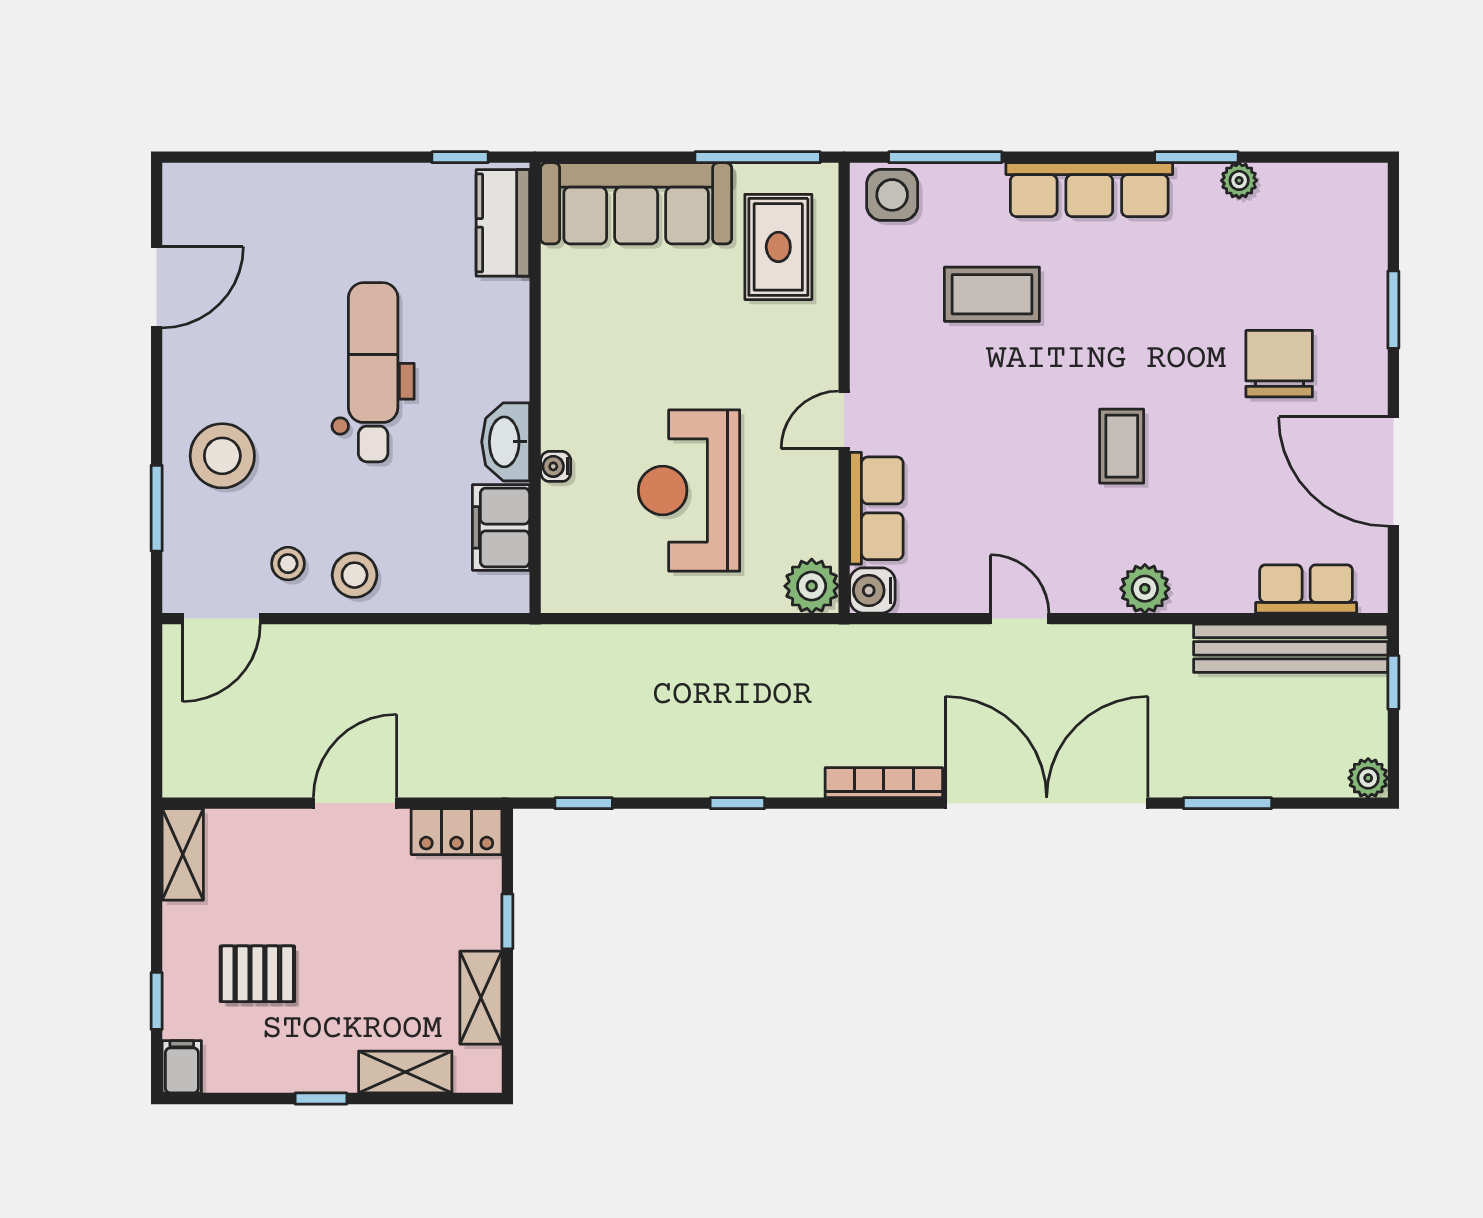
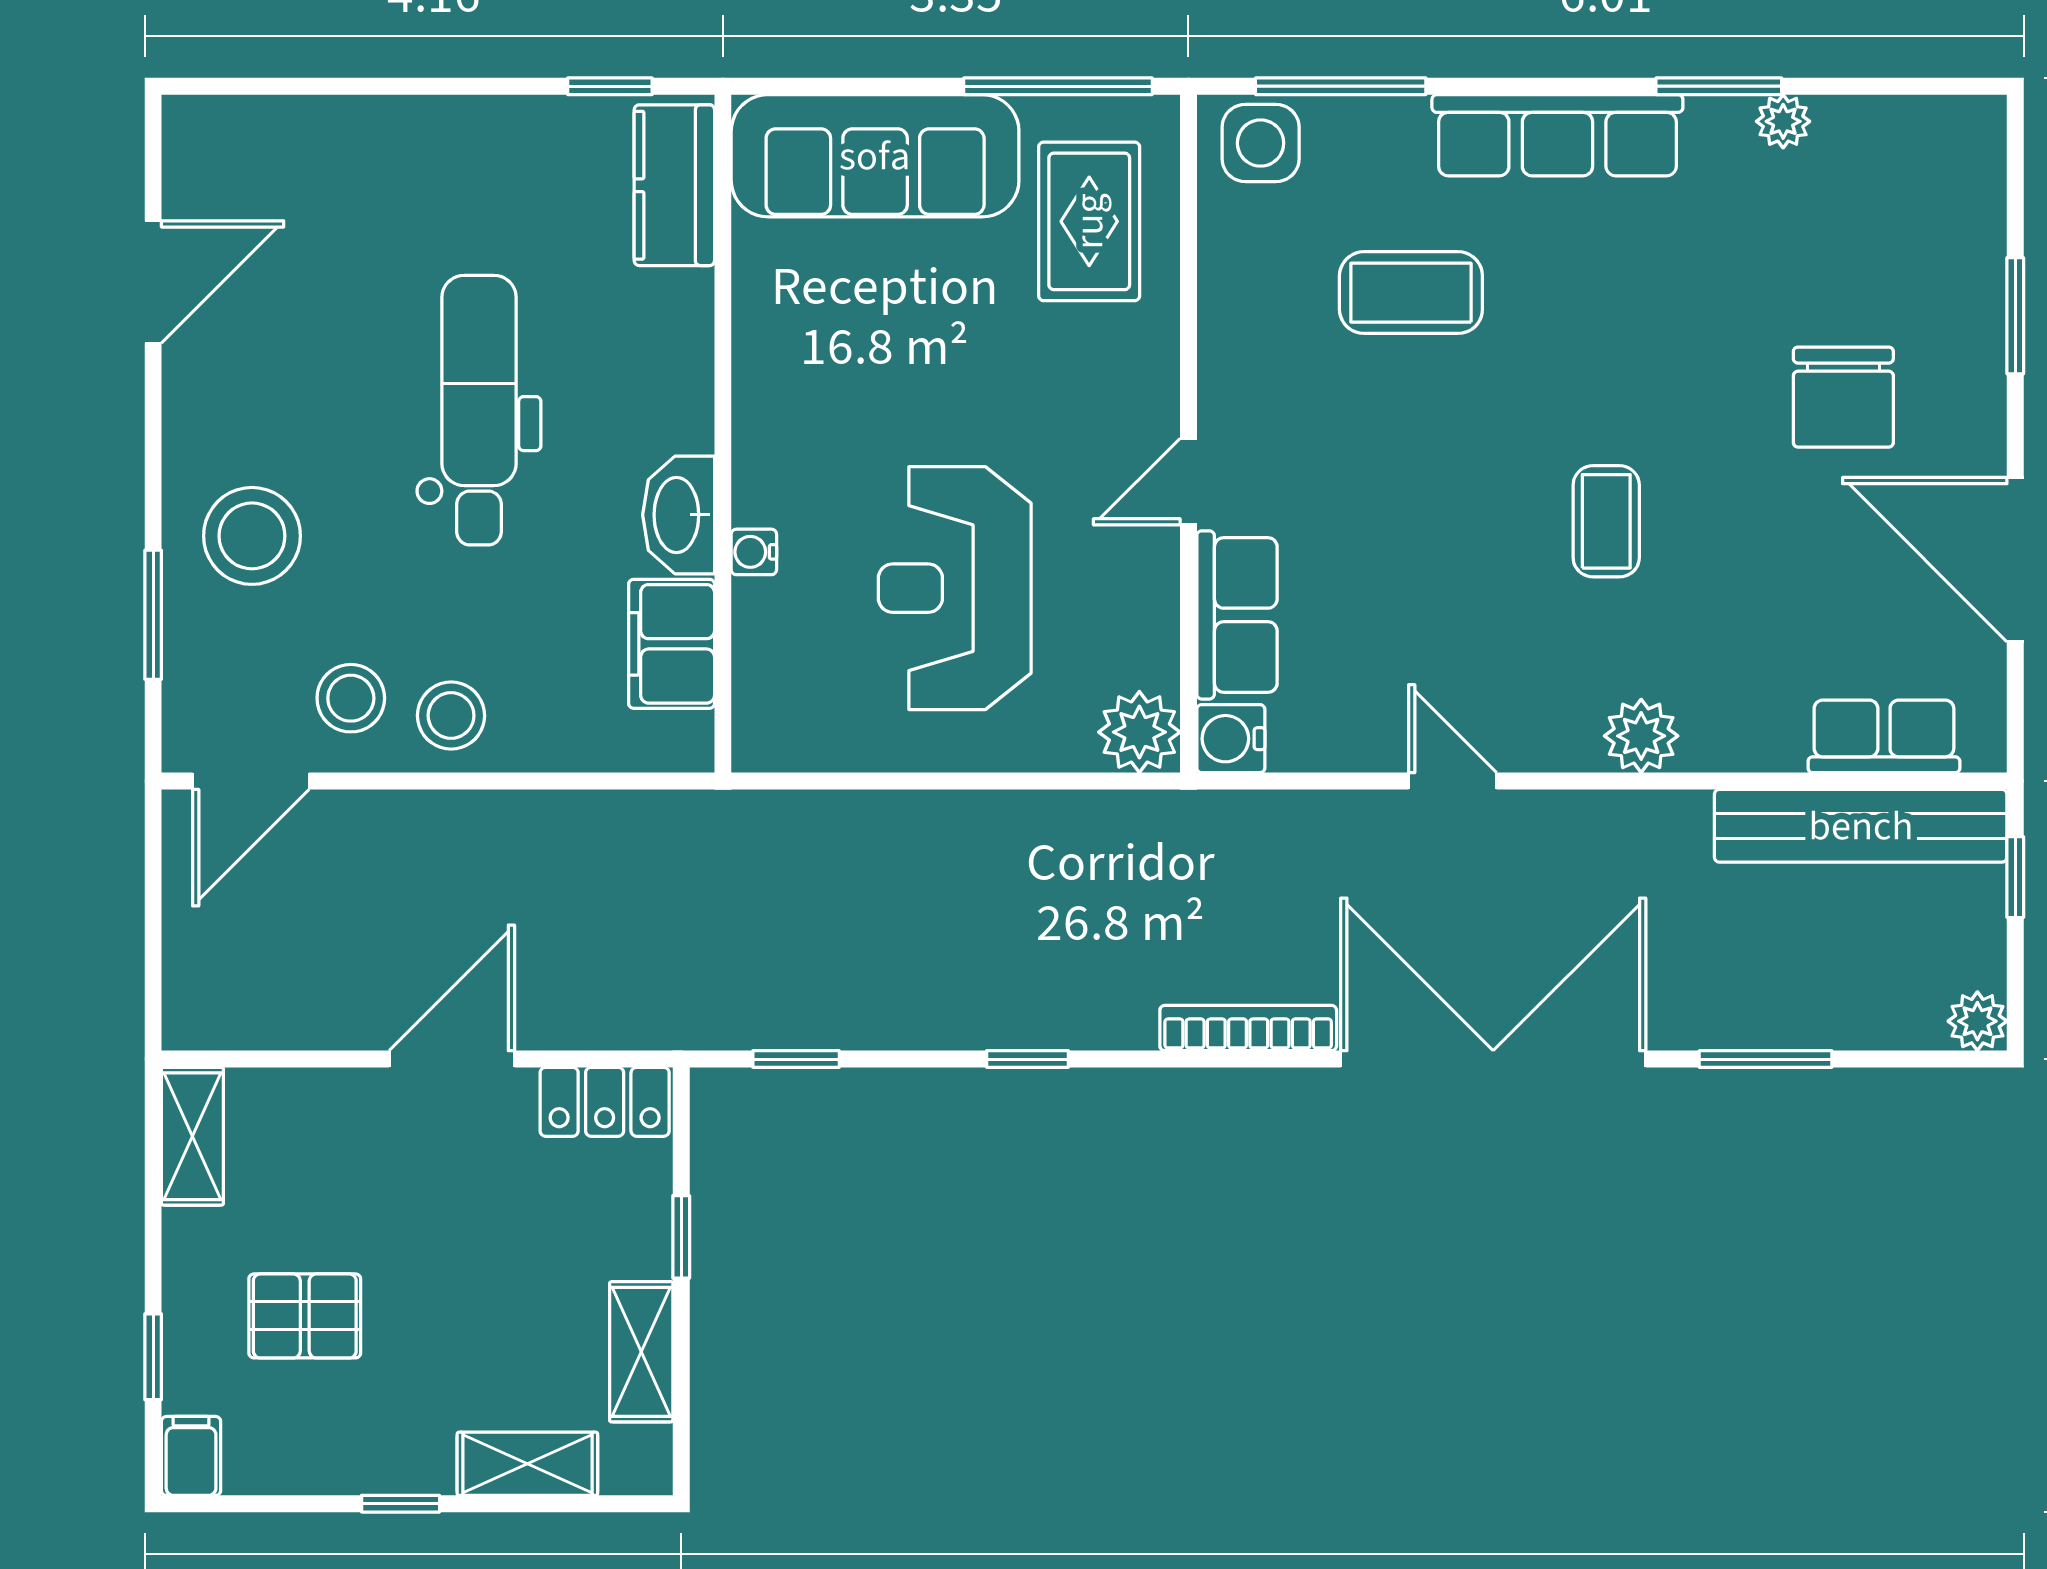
chair: (1279, 364) -> (1843, 397), turned 180
stool: (288, 564) -> (351, 698), width x1.37, depth x1.37

